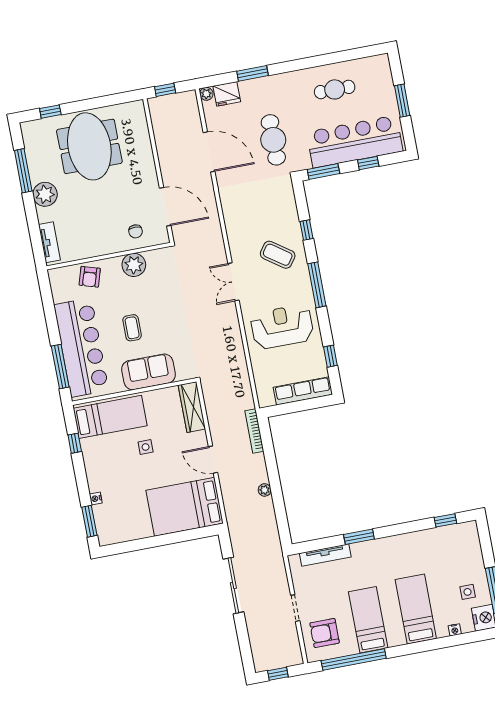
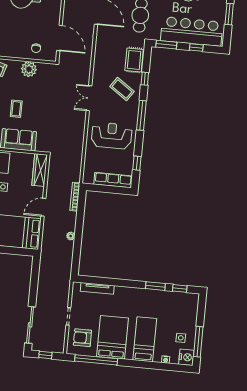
rug: (283, 207) -> (134, 60), added
door: (213, 460) -> (43, 207), hinge flipped
window: (359, 537) -> (155, 286), moved
sliding door: (233, 585) -> (30, 325), moved
bed: (368, 620) -> (113, 337), width x1.50

